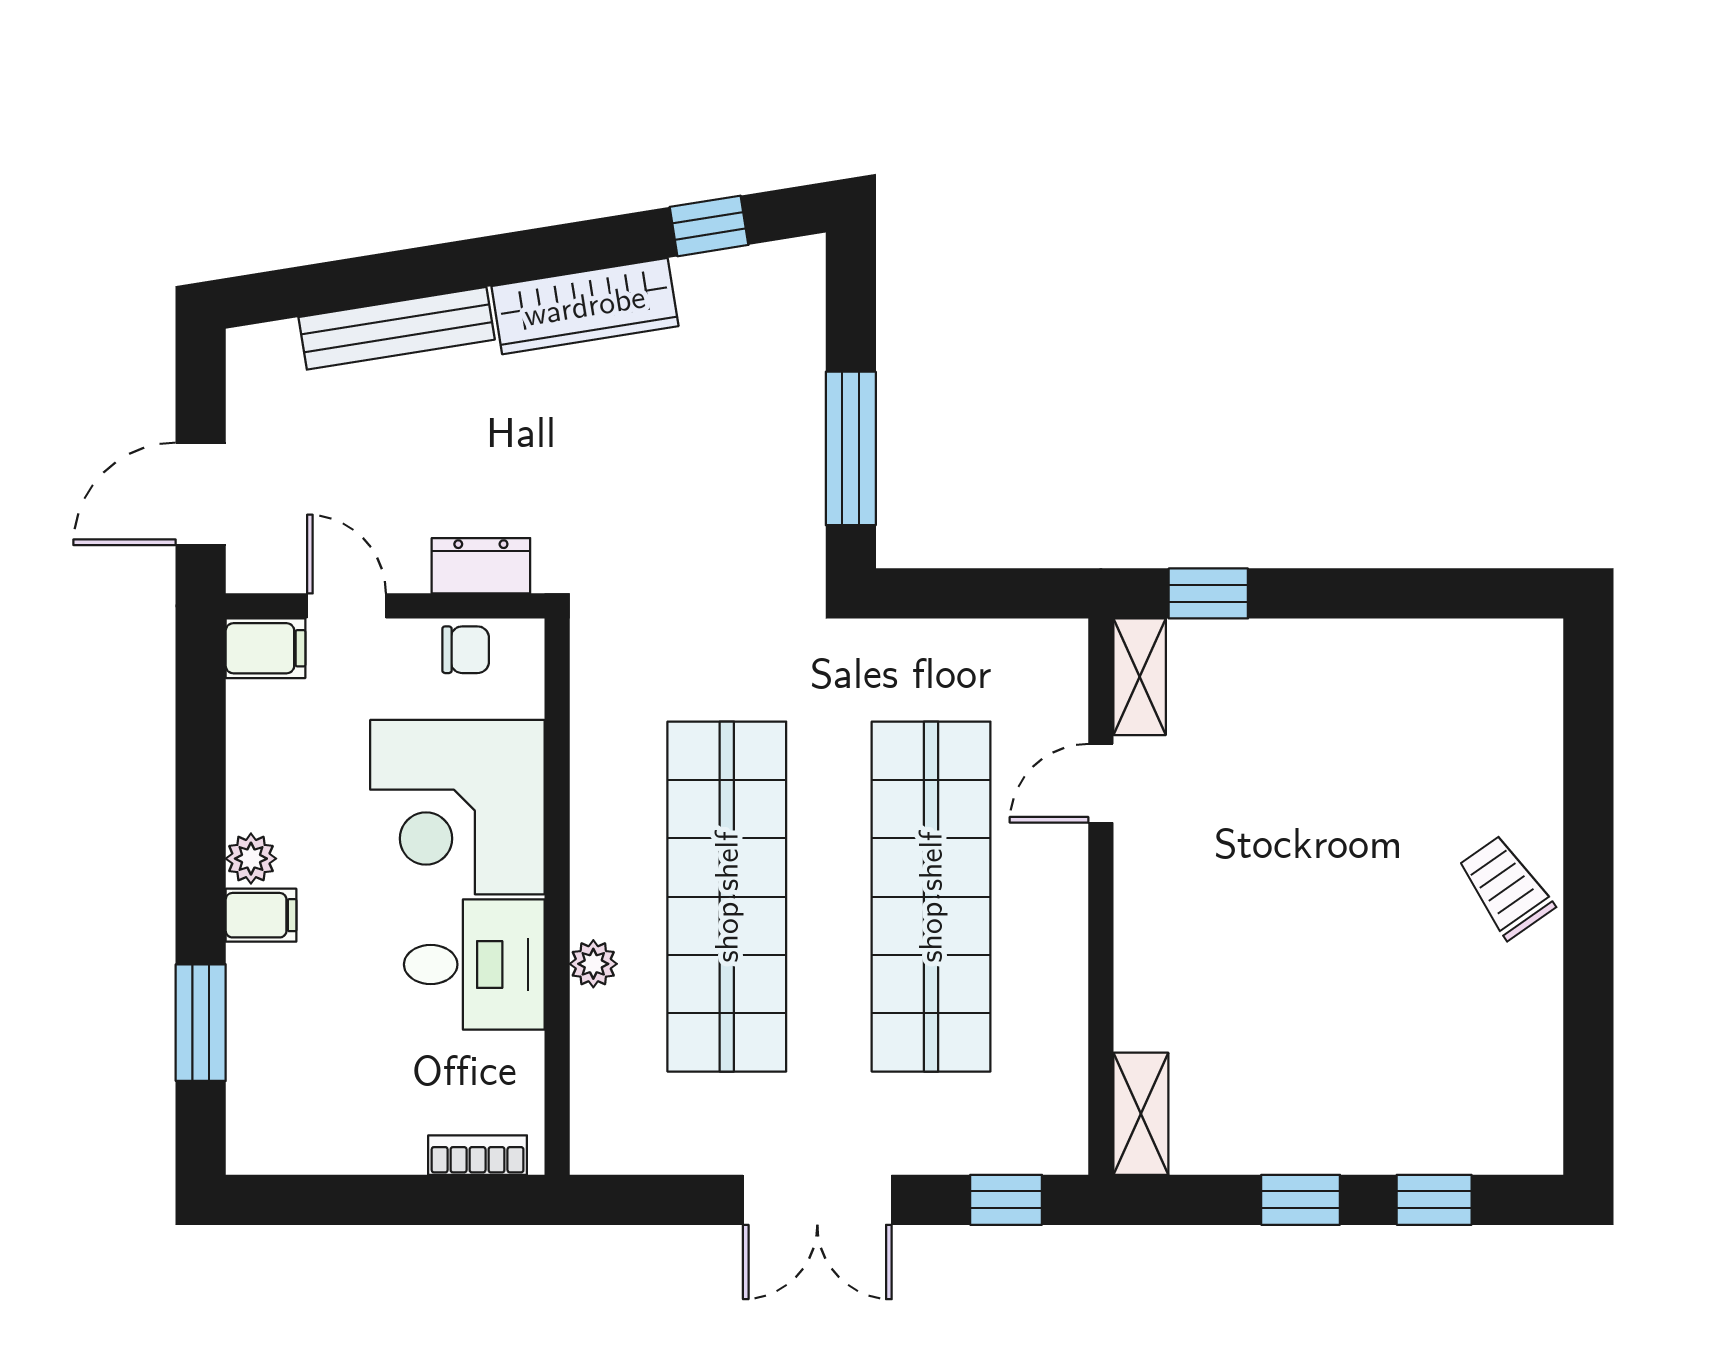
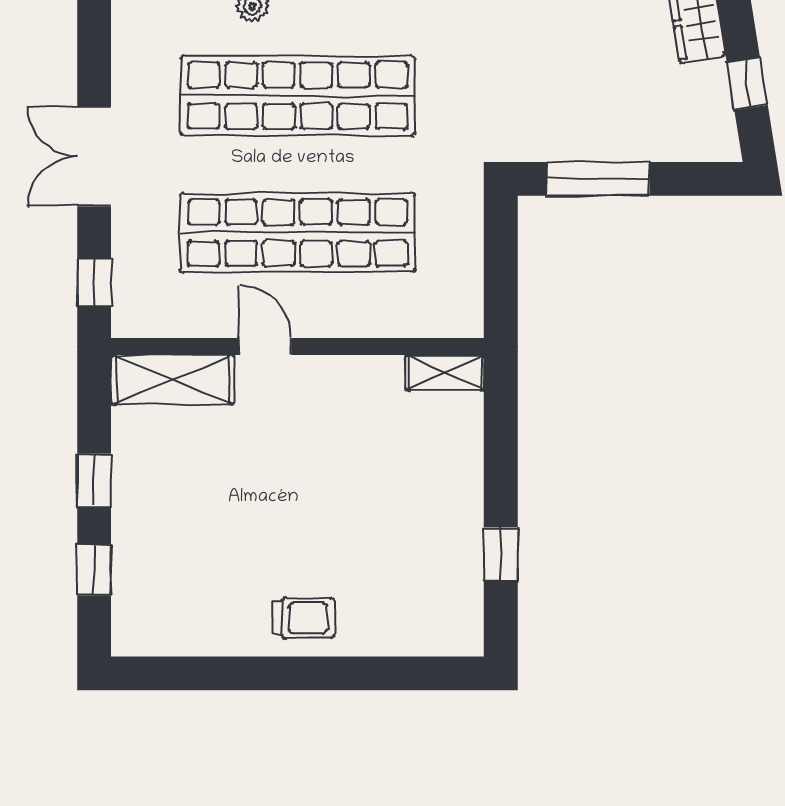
window: (1208, 593) -> (501, 554), moved
door: (1101, 783) -> (265, 346), moved
trolley: (1506, 887) -> (304, 618), turned 35
shelving: (1141, 1114) -> (172, 379), width x1.50, depth x1.33

